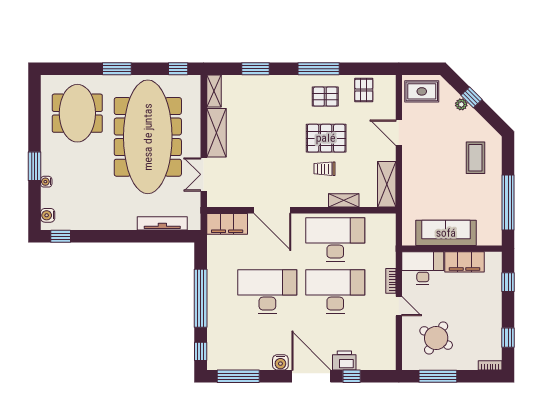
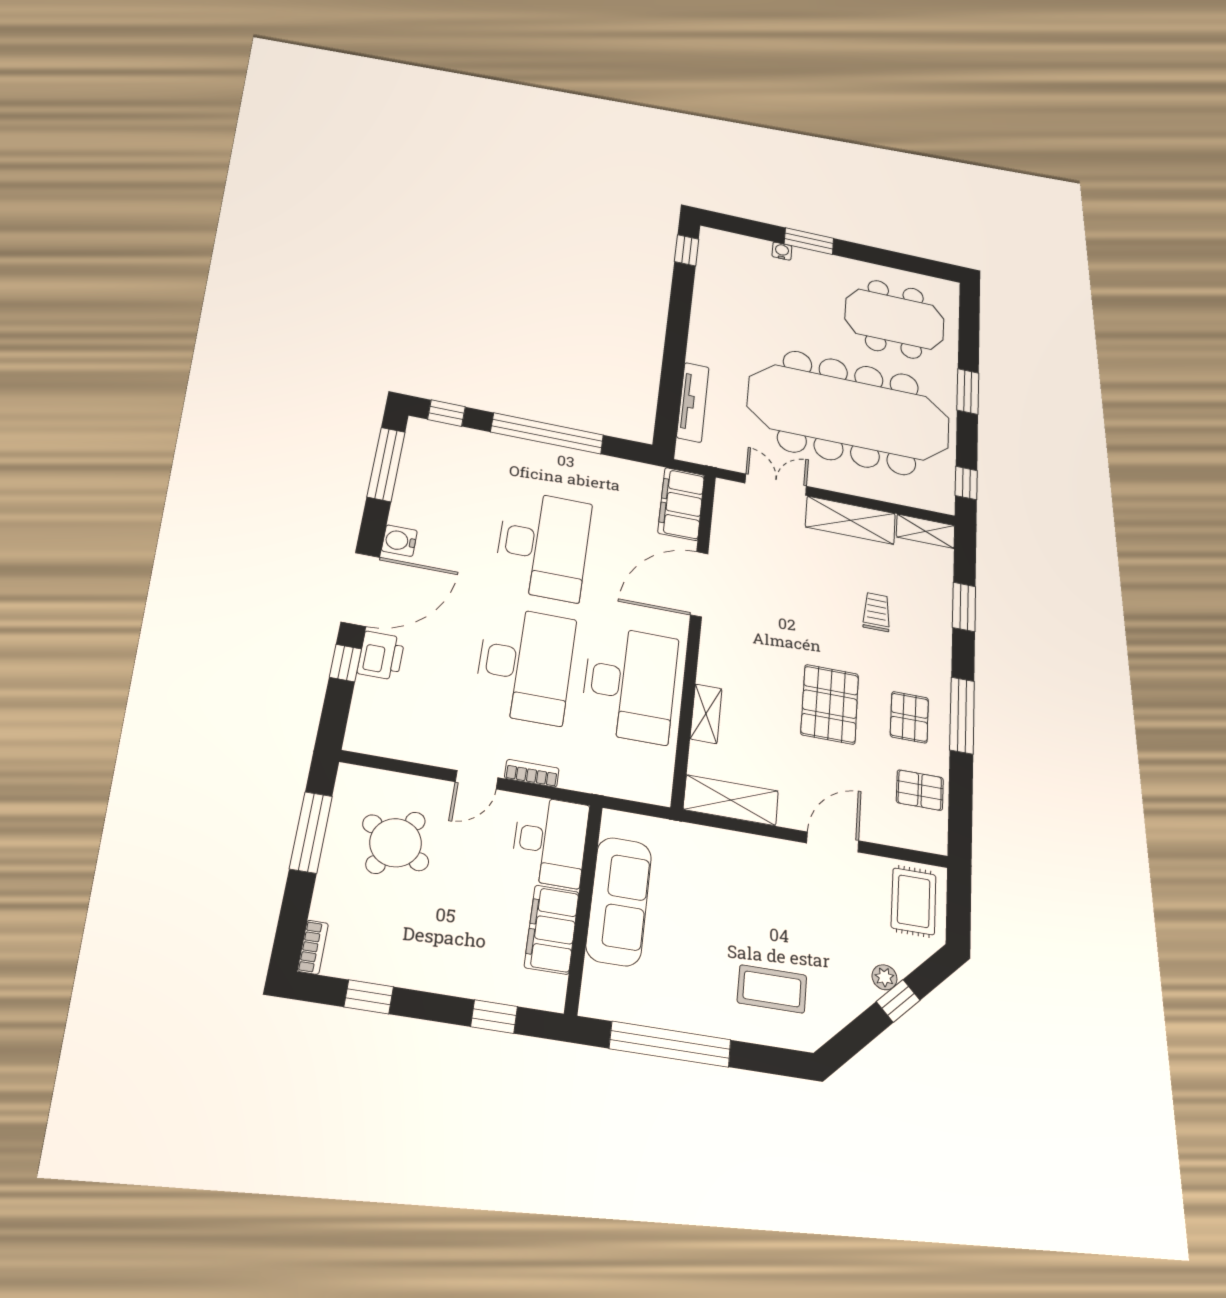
trolley: (324, 169) -> (877, 612), moved
water cooler: (48, 215) -> (725, 241), removed

